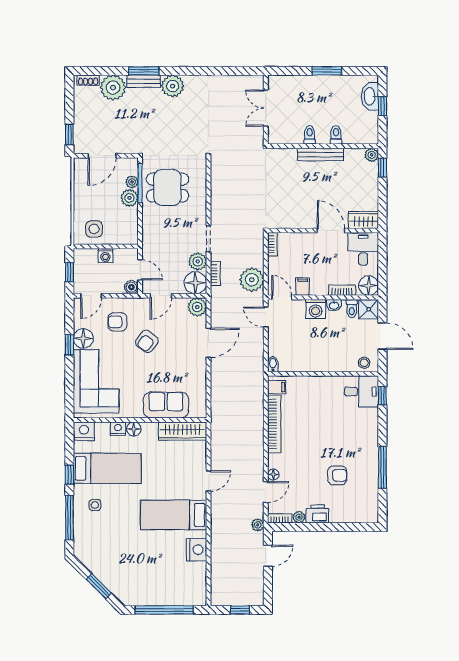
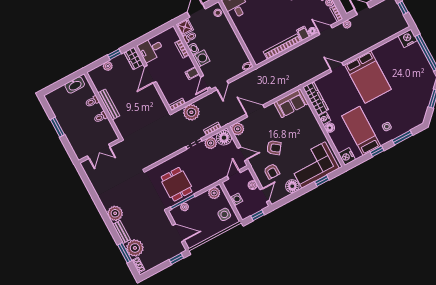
window: (144, 71) -> (125, 253), moved
washbasin: (370, 96) -> (75, 85), moved
window: (382, 106) -> (61, 83), removed
plant: (372, 155) -> (108, 66), moved
window: (382, 168) -> (115, 54), moved
plant: (129, 198) -> (214, 193), moved
plant: (252, 280) -> (191, 112), moved
floor lamp: (369, 286) -> (171, 35), removed
boiler: (131, 287) -> (253, 185), moved
door: (91, 296) -> (265, 195), hinge flipped
window: (69, 345) -> (322, 181), moved
filing cabinet: (277, 387) -> (303, 33), moved
sofa: (166, 405) -> (291, 103), moved, turned -90
nightstand: (118, 429) -> (325, 118), moved
bed: (174, 515) -> (368, 77), width x1.50
window: (69, 518) -> (402, 138), width x0.69
nightstand: (196, 550) -> (408, 38), moved

